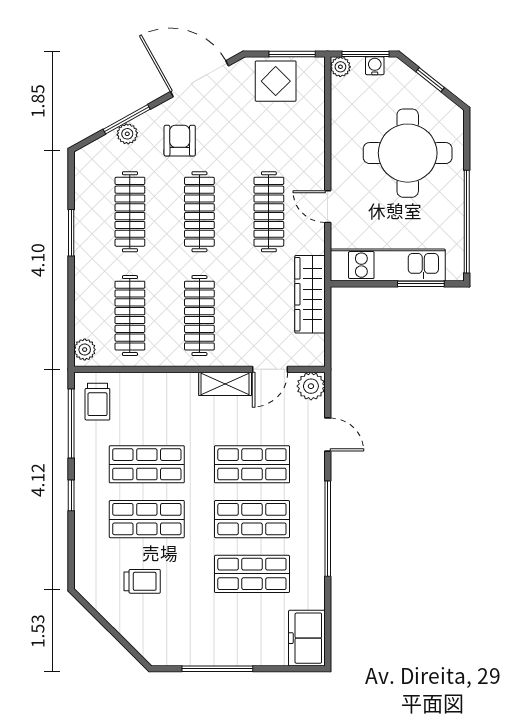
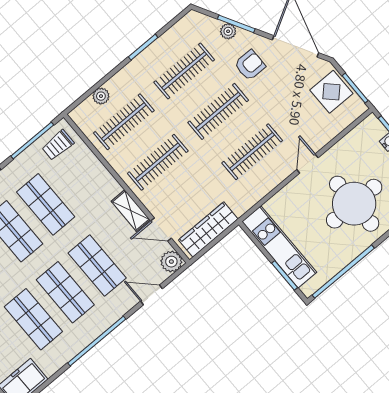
plant: (340, 67) -> (371, 122), removed
door: (328, 207) -> (307, 164), moved
wardrobe: (310, 294) -> (208, 229), moved
plant: (85, 350) -> (101, 96), moved
door: (328, 434) -> (151, 295), swing flipped

